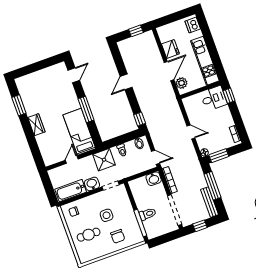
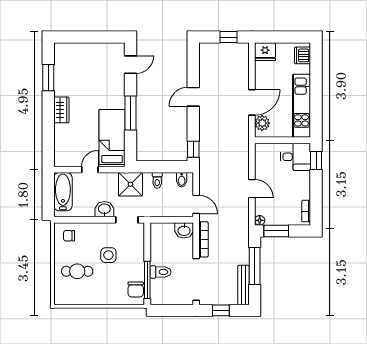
fridge: (170, 49) -> (265, 52), moved, turned 90
bathtub: (71, 191) -> (63, 192), moved, turned 90
chair: (118, 236) -> (136, 289), moved

